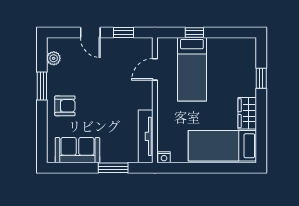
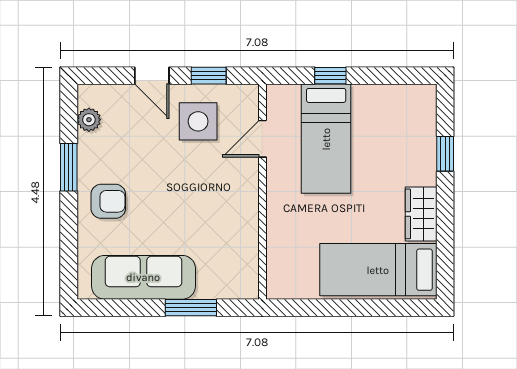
side table: (117, 59) -> (198, 121), added
tv unit: (146, 136) -> (247, 254), removed
sofa: (77, 150) -> (143, 277), width x1.36
nightstand: (164, 157) -> (278, 289), removed

